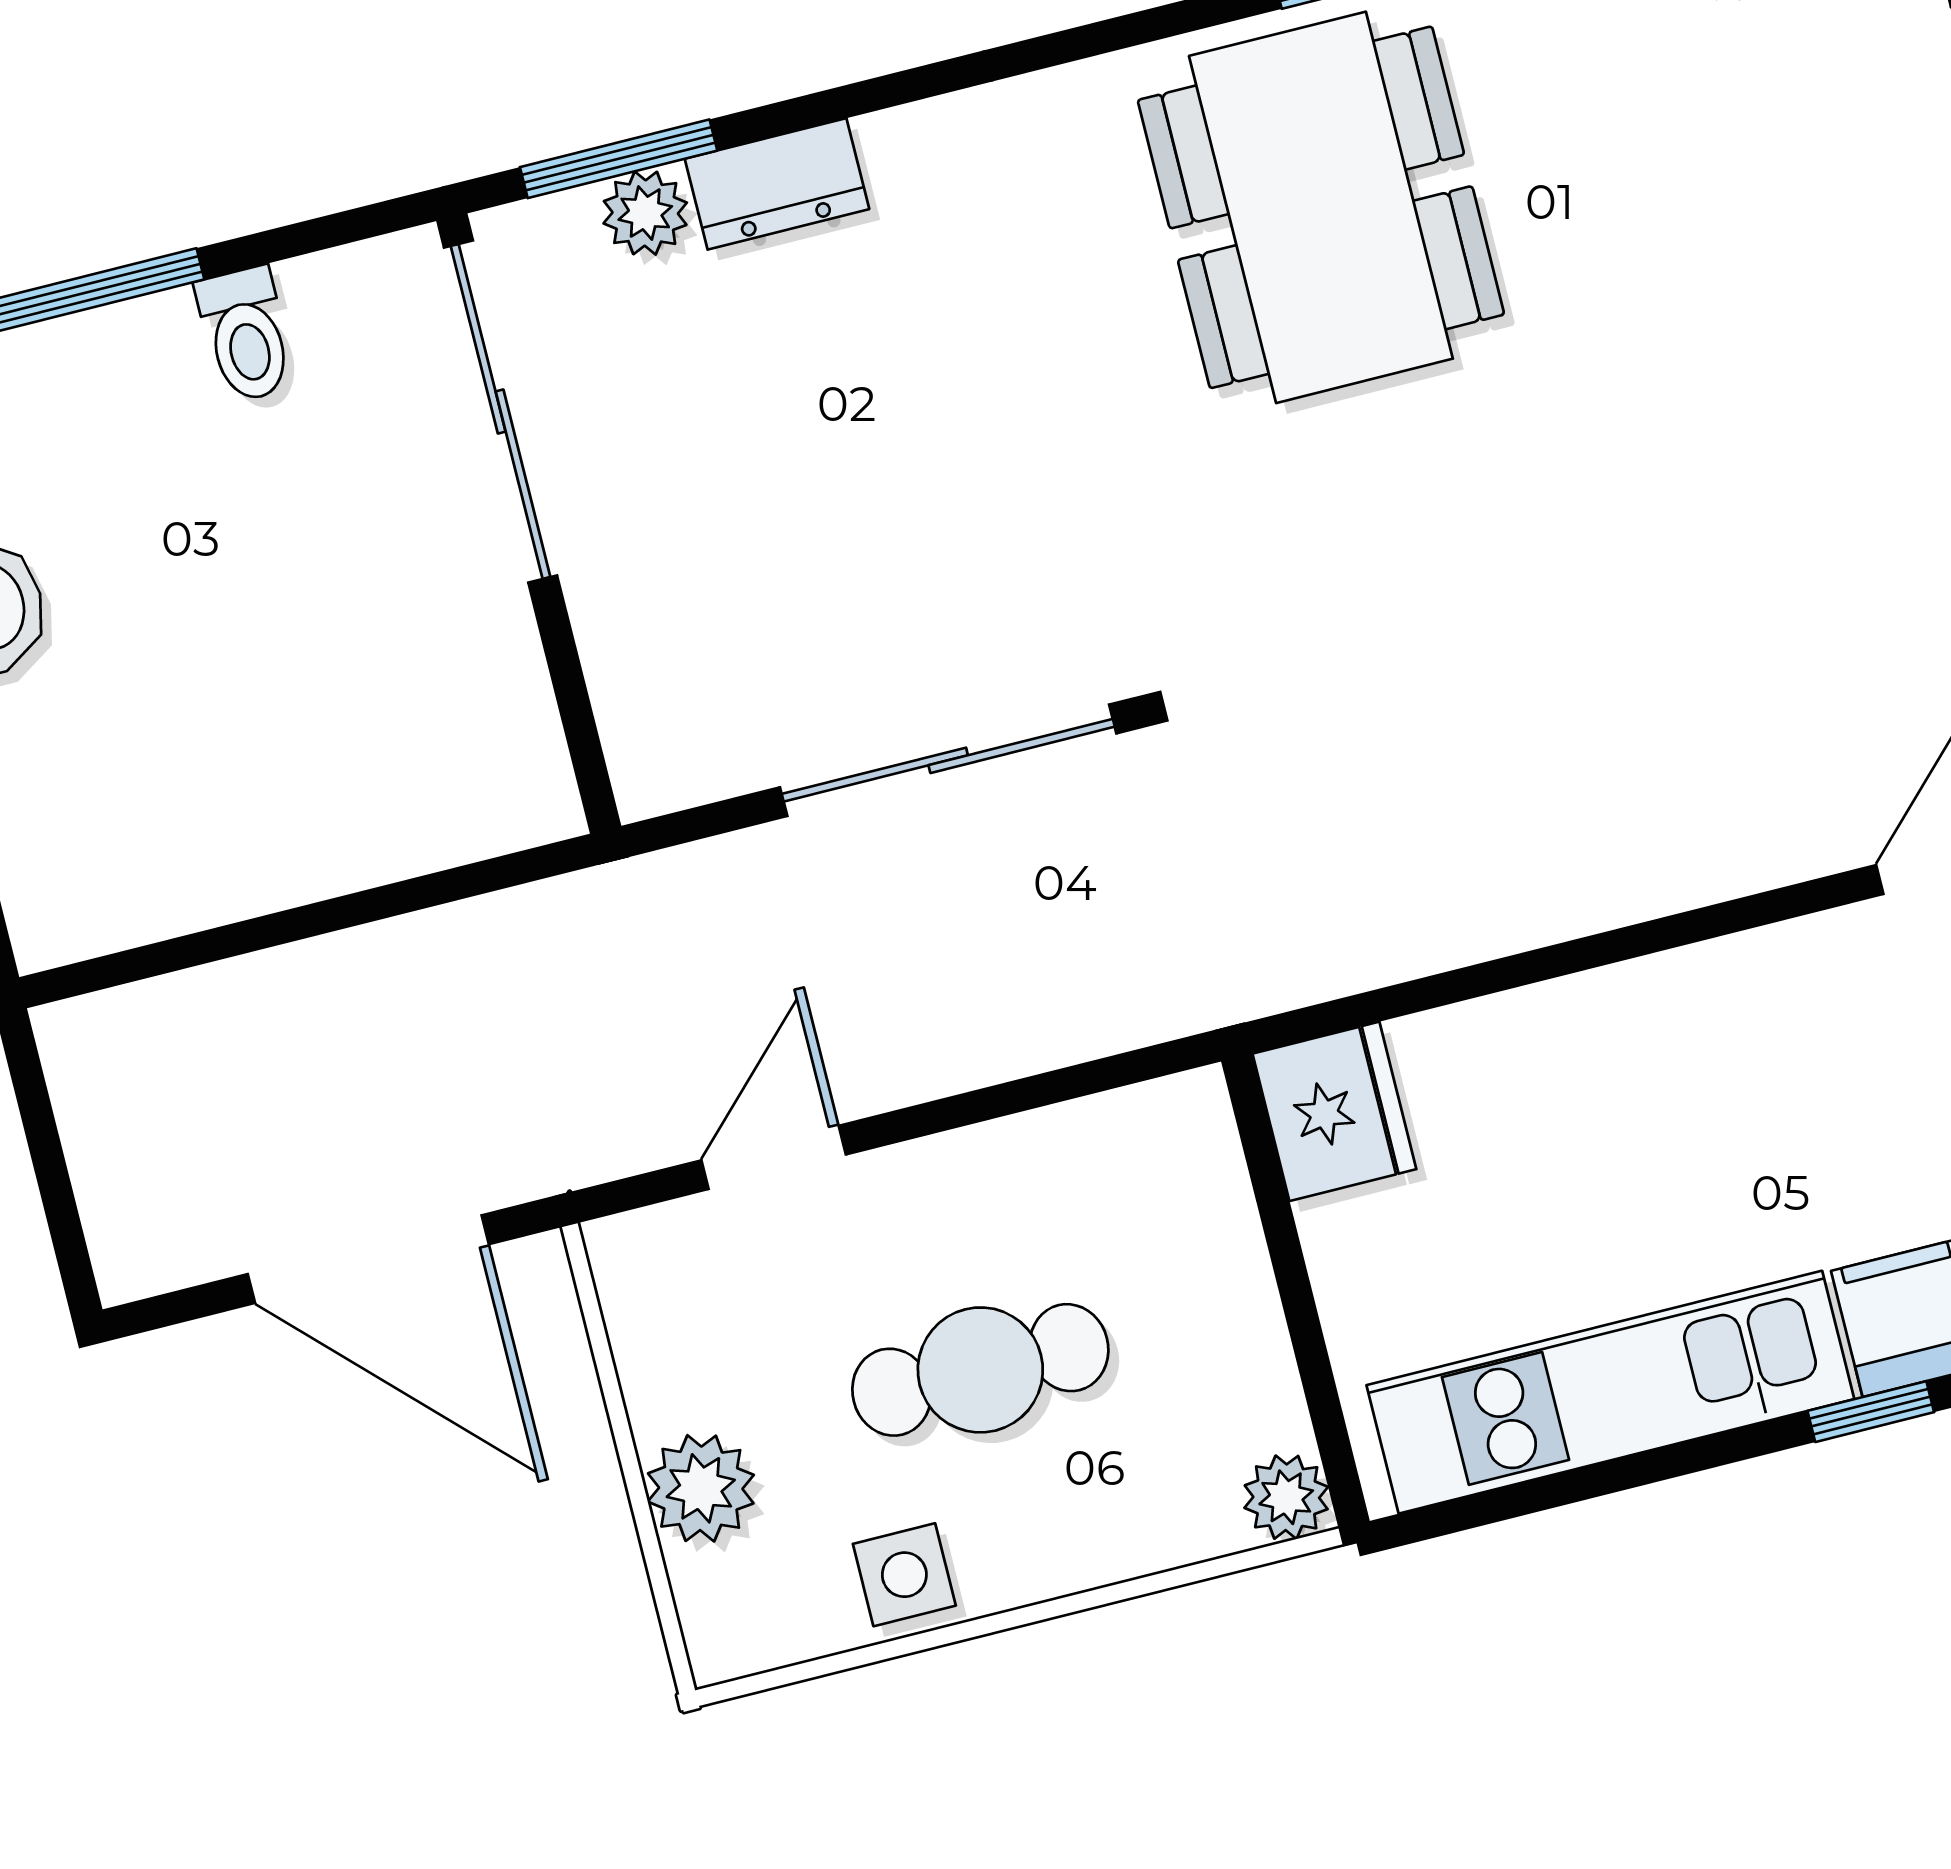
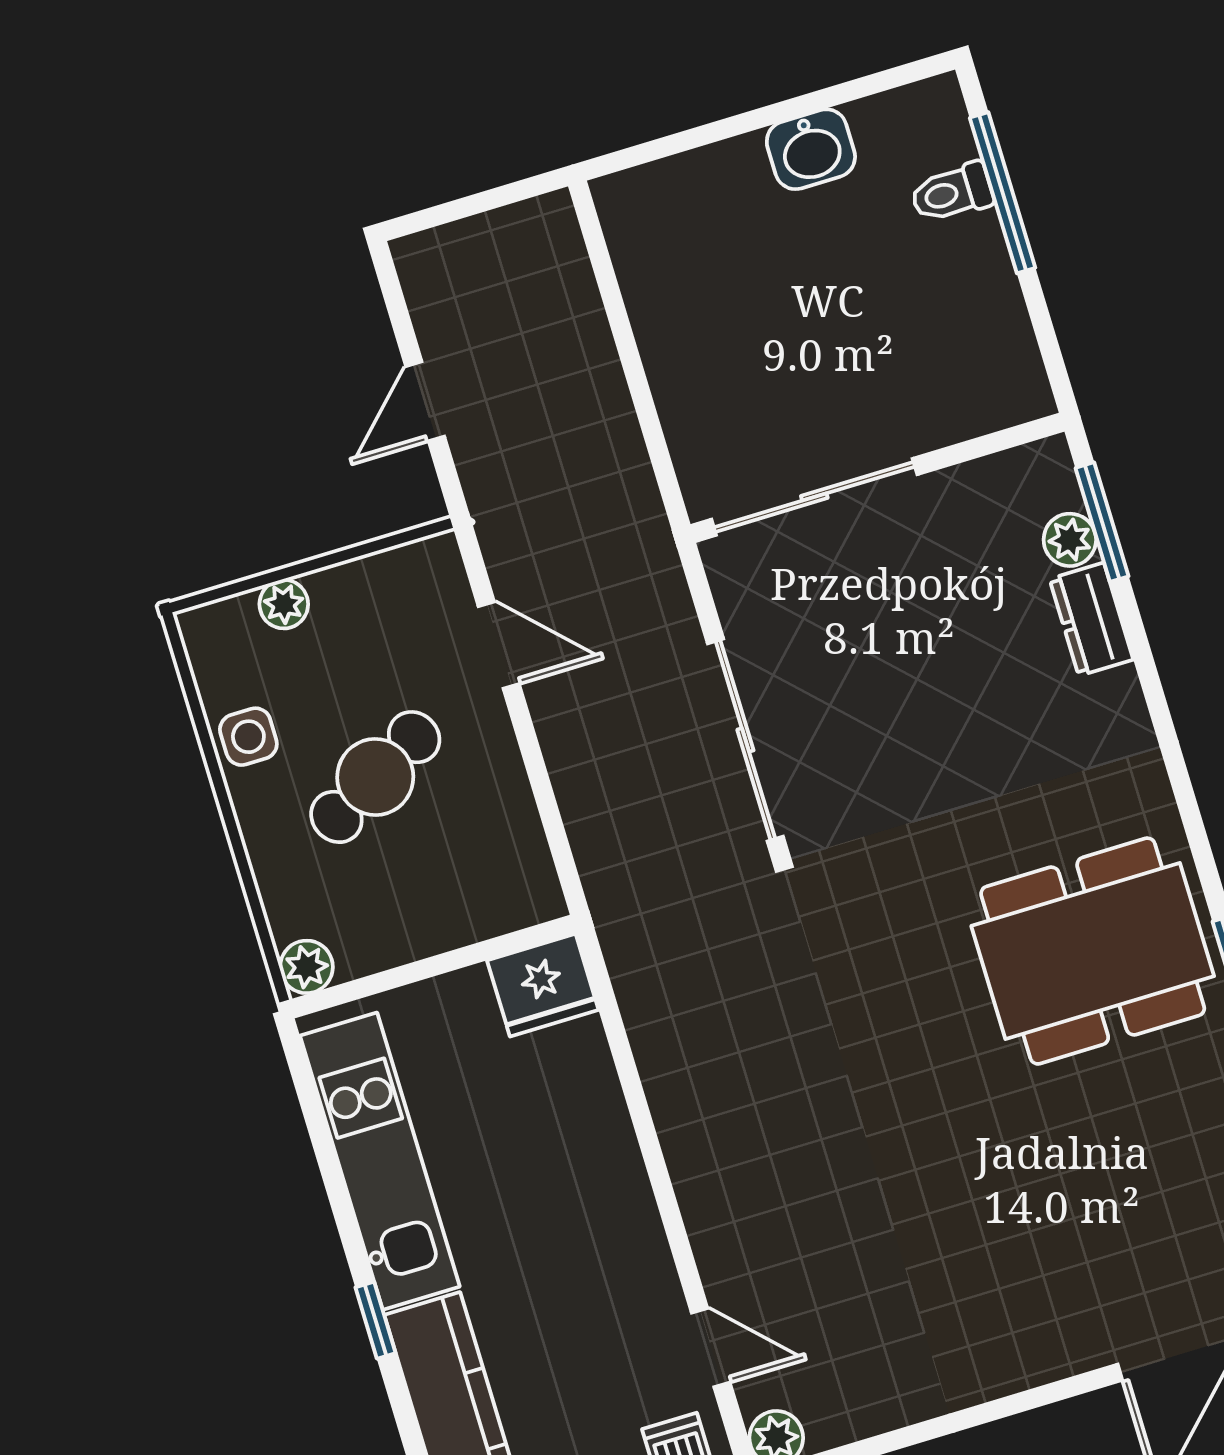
toilet: (246, 335) -> (952, 193), moved
sliding door: (501, 411) -> (814, 497), moved
door: (368, 1259) -> (425, 401), width x0.53
cafe table: (980, 1370) -> (375, 777), turned 61
plant: (701, 1488) -> (284, 604), width x0.73, depth x0.73

